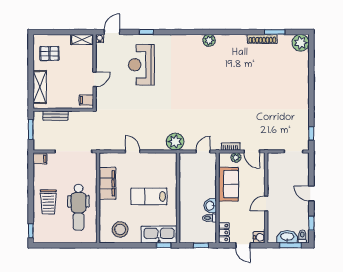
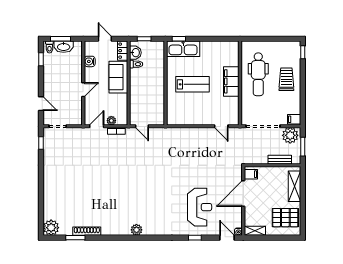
door: (112, 32) -> (227, 238), swing flipped
pallet: (49, 54) -> (285, 218), width x1.50, depth x1.42
door: (95, 79) -> (243, 194), width x1.87
plant: (175, 142) -> (290, 135), moved
door: (133, 151) -> (221, 126), moved
door: (203, 151) -> (142, 126), hinge flipped
door: (252, 151) -> (97, 126), hinge flipped
filing cabinet: (107, 183) -> (231, 81), moved
sofa: (228, 184) -> (118, 77), moved
door: (311, 194) -> (41, 104), moved
door: (266, 203) -> (83, 90), moved
washbasin: (210, 206) -> (135, 53), moved
dental chair: (78, 207) -> (258, 74), turned 180
stool: (120, 229) -> (219, 53), removed
water cooler: (259, 237) -> (90, 61), moved

